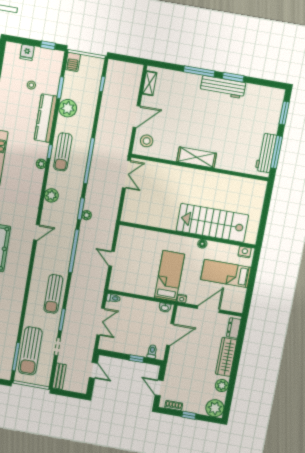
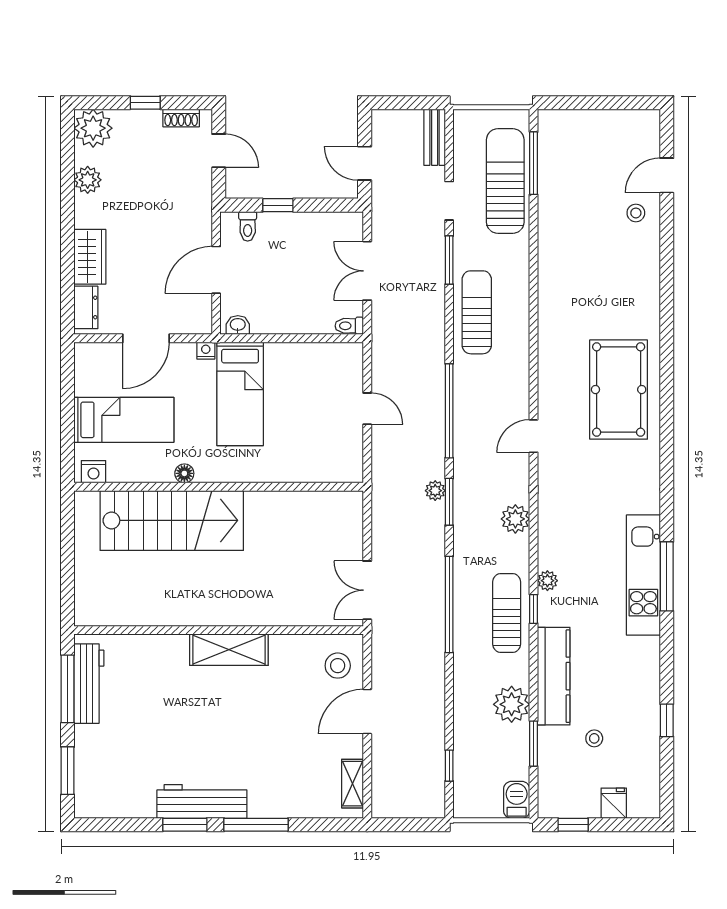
wardrobe: (226, 357) -> (90, 257), width x0.67

